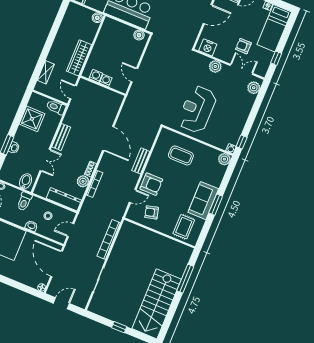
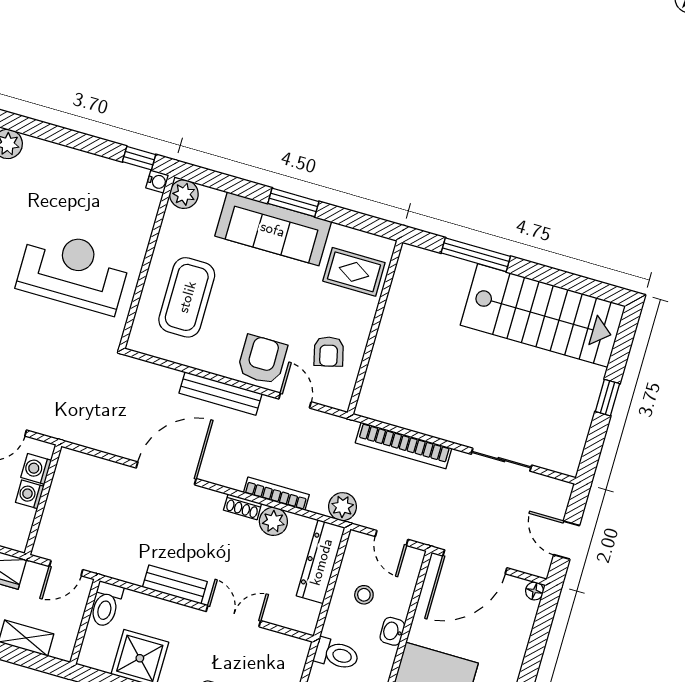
washing machine: (96, 76) -> (36, 469), moved
reception desk: (197, 109) -> (73, 271), turned 180
coffee table: (181, 155) -> (187, 297), width x1.36, depth x1.32
bench: (141, 161) -> (220, 394), width x1.36
bidet: (26, 181) -> (289, 657), removed
sofa: (203, 201) -> (273, 229), width x1.36
plant: (86, 211) -> (343, 507), added

